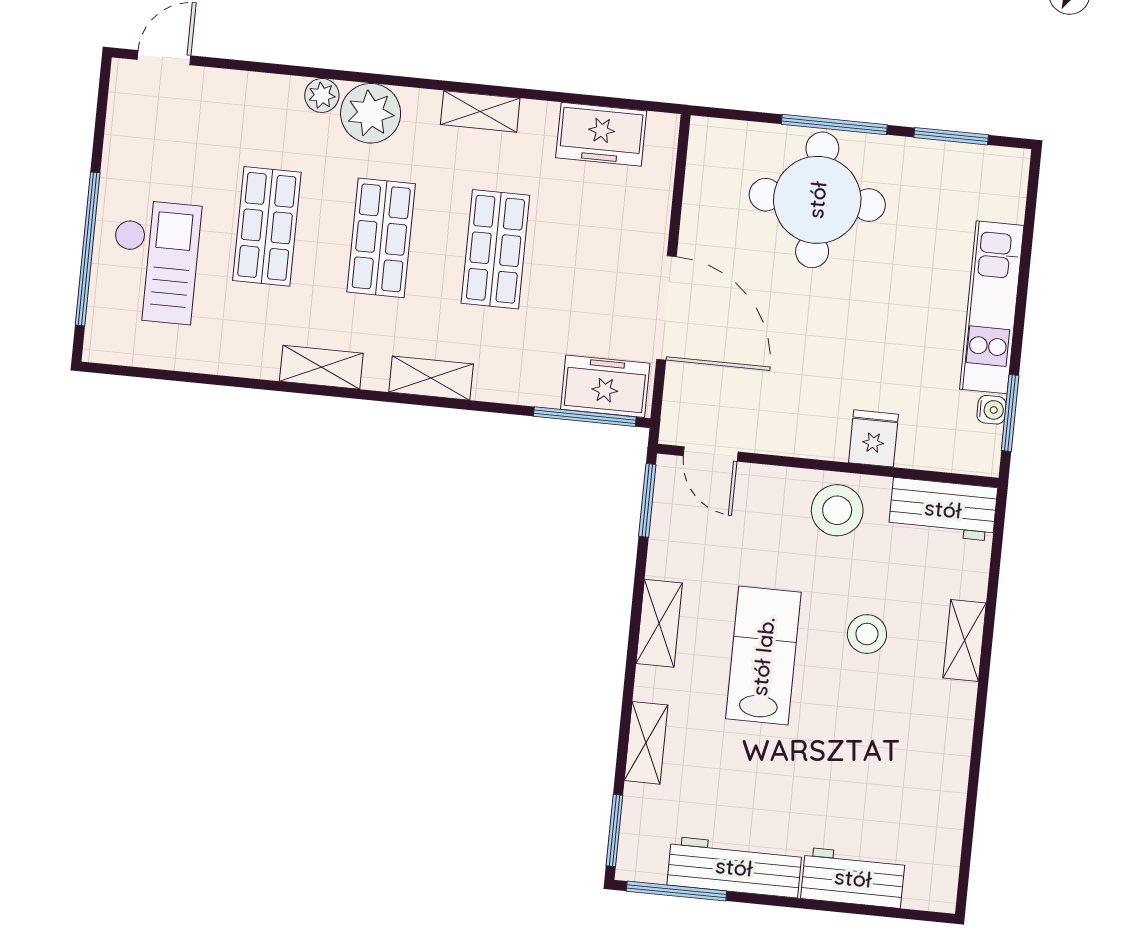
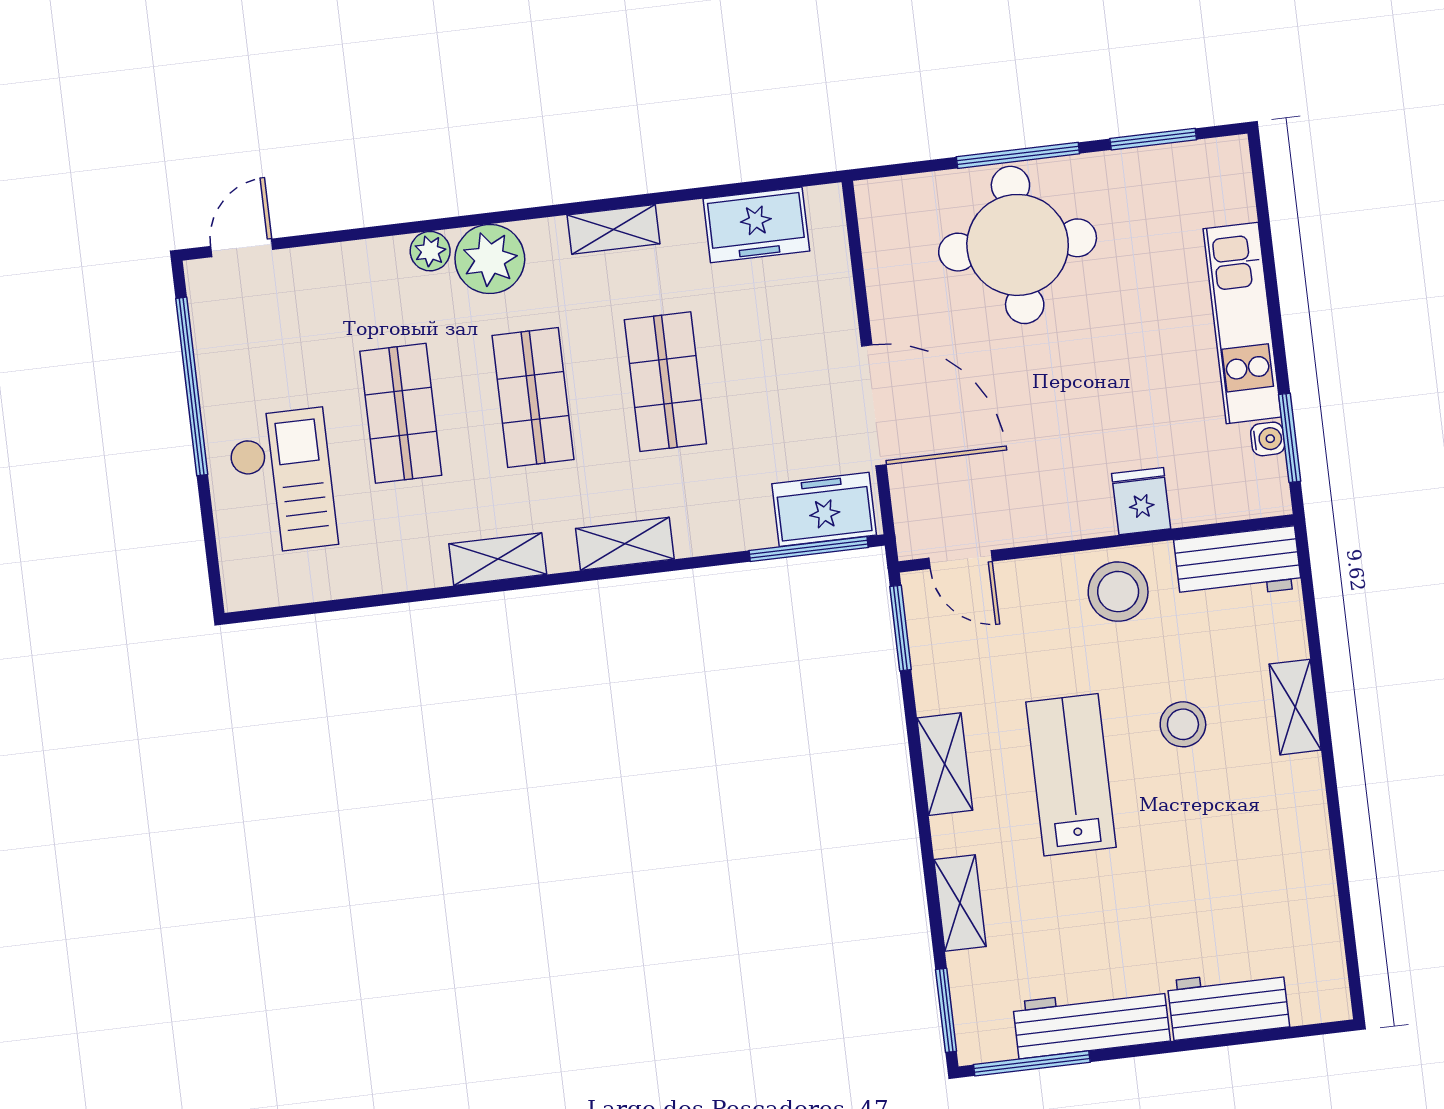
window: (88, 249) -> (192, 386), moved

